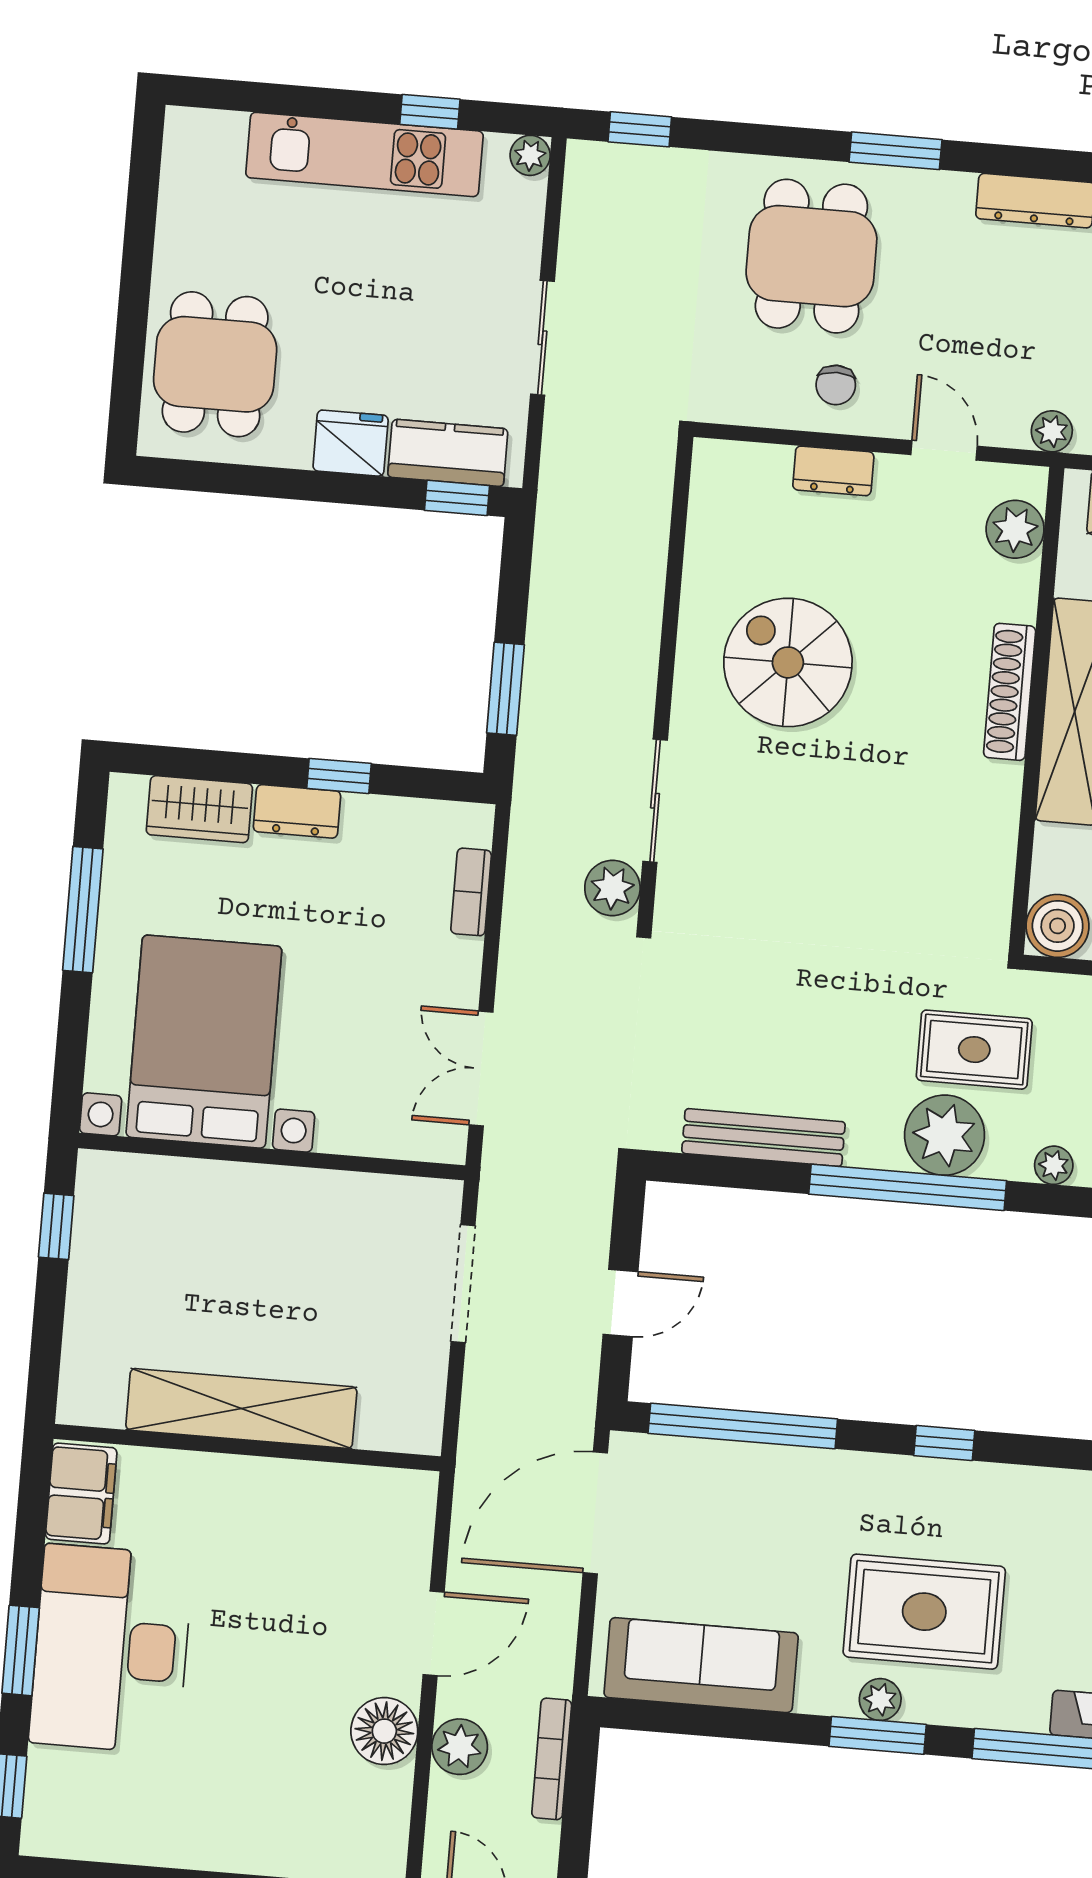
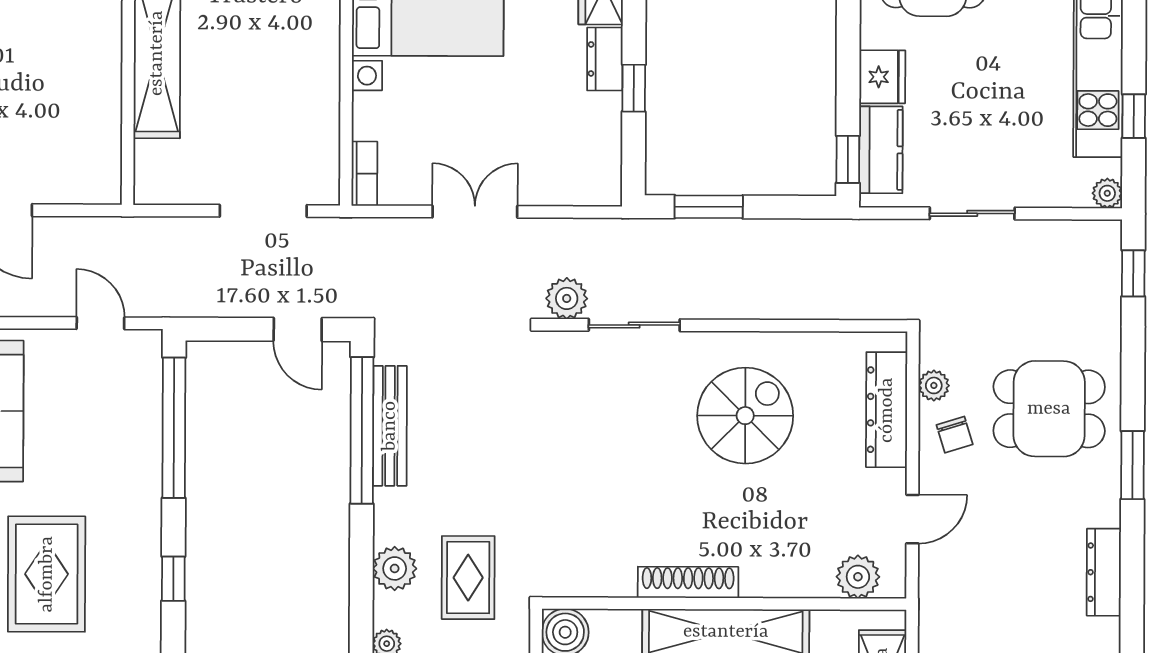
chair: (836, 385) -> (955, 435), turned -107
plant: (1052, 431) -> (934, 385), moved
dresser: (833, 471) -> (887, 410), width x1.96, depth x1.24
shoe rack: (1010, 692) -> (688, 582), moved
bookcase: (471, 892) -> (364, 174), moved, turned 90
double door: (481, 1068) -> (475, 212), moved
plant: (945, 1135) -> (395, 568), width x0.73, depth x0.73
window: (908, 1187) -> (362, 430), moved
door: (621, 1303) -> (298, 329), moved
door: (595, 1513) -> (100, 323), width x0.53

